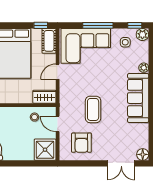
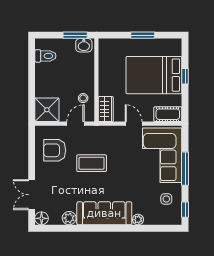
window: (41, 25) -> (185, 76), moved
plant: (142, 34) -> (69, 218), moved

